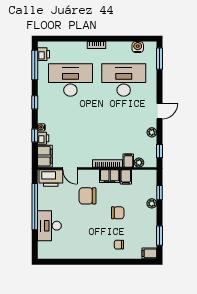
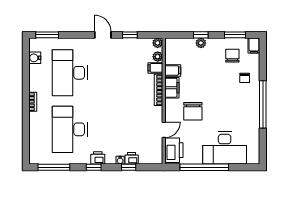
printer: (43, 54) -> (98, 158), moved
plant: (152, 132) -> (158, 43), moved
window: (159, 151) -> (130, 35), moved
filing cabinet: (45, 156) -> (151, 157), removed
window: (159, 193) -> (201, 35), moved
chair: (118, 213) -> (232, 56), moved
desk: (49, 226) -> (225, 148), width x1.36, depth x1.30
window: (94, 262) -> (263, 104), added

